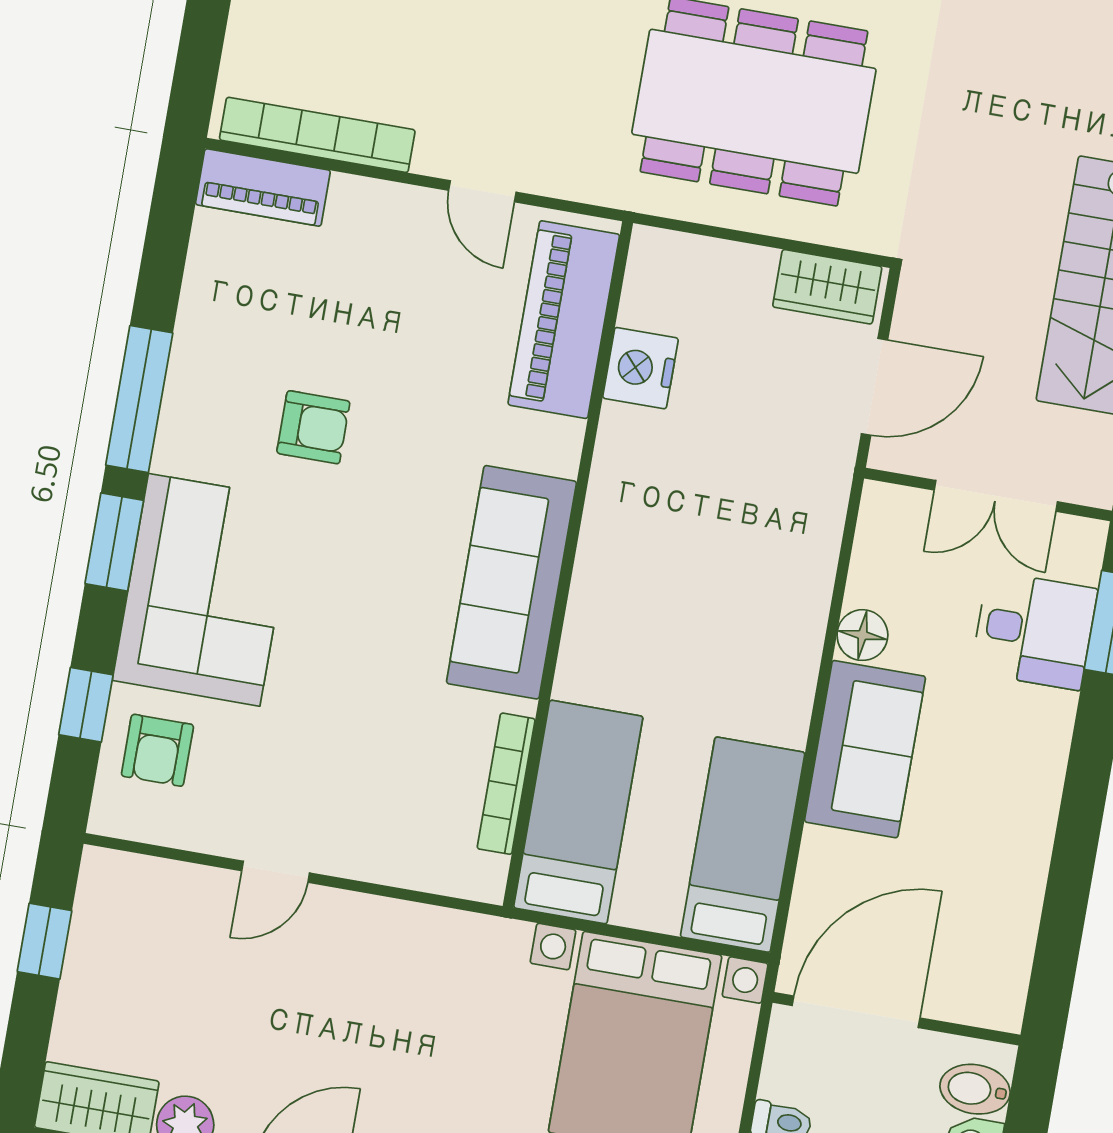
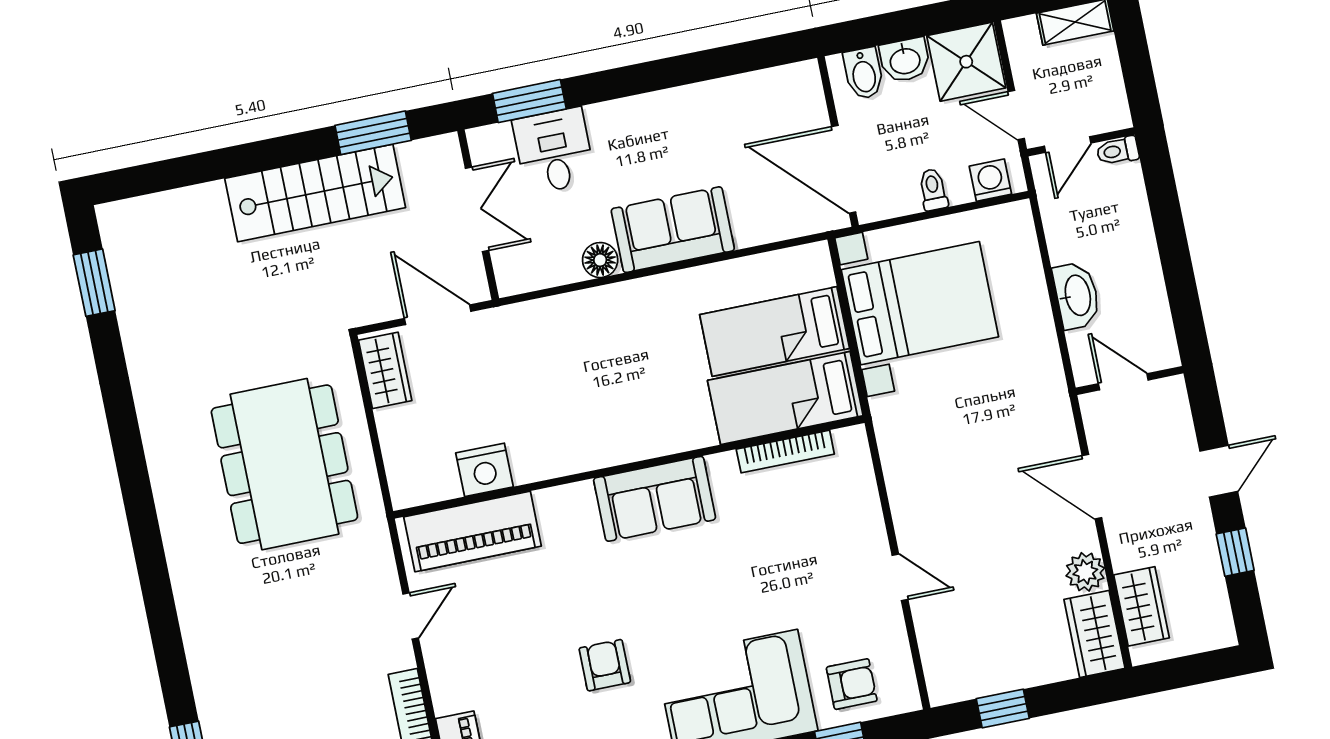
sofa: (511, 582) -> (655, 499), width x0.73
bed: (743, 845) -> (775, 332), moved

